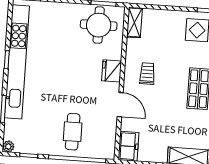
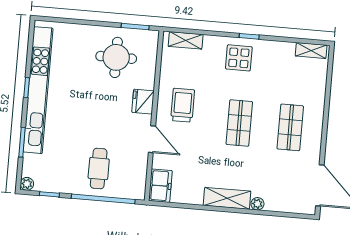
shelving: (134, 22) -> (186, 40), moved, turned 90
round table: (99, 25) -> (116, 57), moved
trolley: (147, 74) -> (183, 105), width x1.36, depth x1.39

